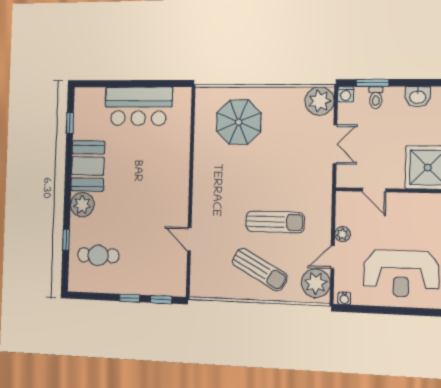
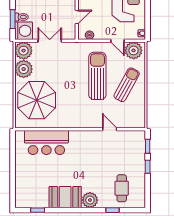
washing machine: (346, 94) -> (24, 31), width x1.89, depth x1.89
plant: (289, 101) -> (24, 69), added
bar counter: (139, 106) -> (46, 143), moved, turned 90
parasol: (239, 122) -> (37, 100), width x1.36, depth x1.36
sun lounger: (275, 222) -> (97, 76), width x1.36, depth x1.34
plant: (343, 234) -> (89, 35), moved
door: (189, 239) -> (110, 129), swing flipped

